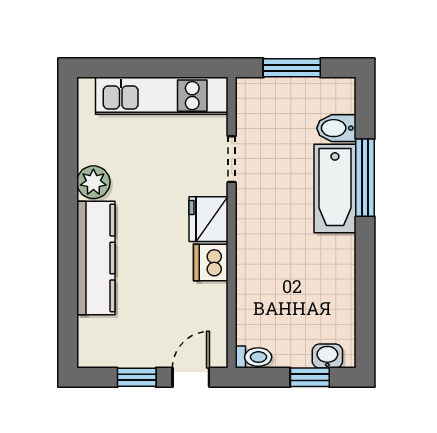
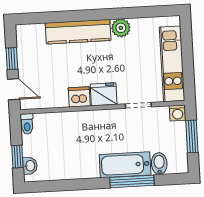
washing machine: (249, 91) -> (178, 113), added

